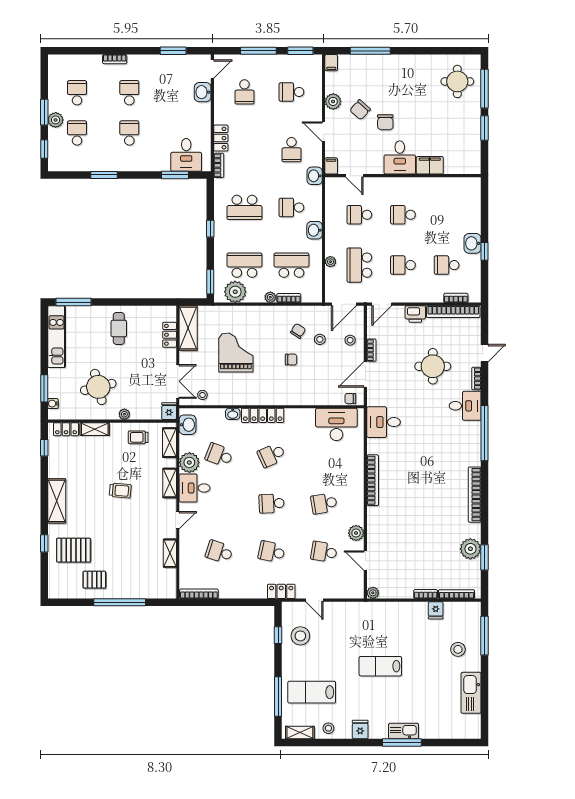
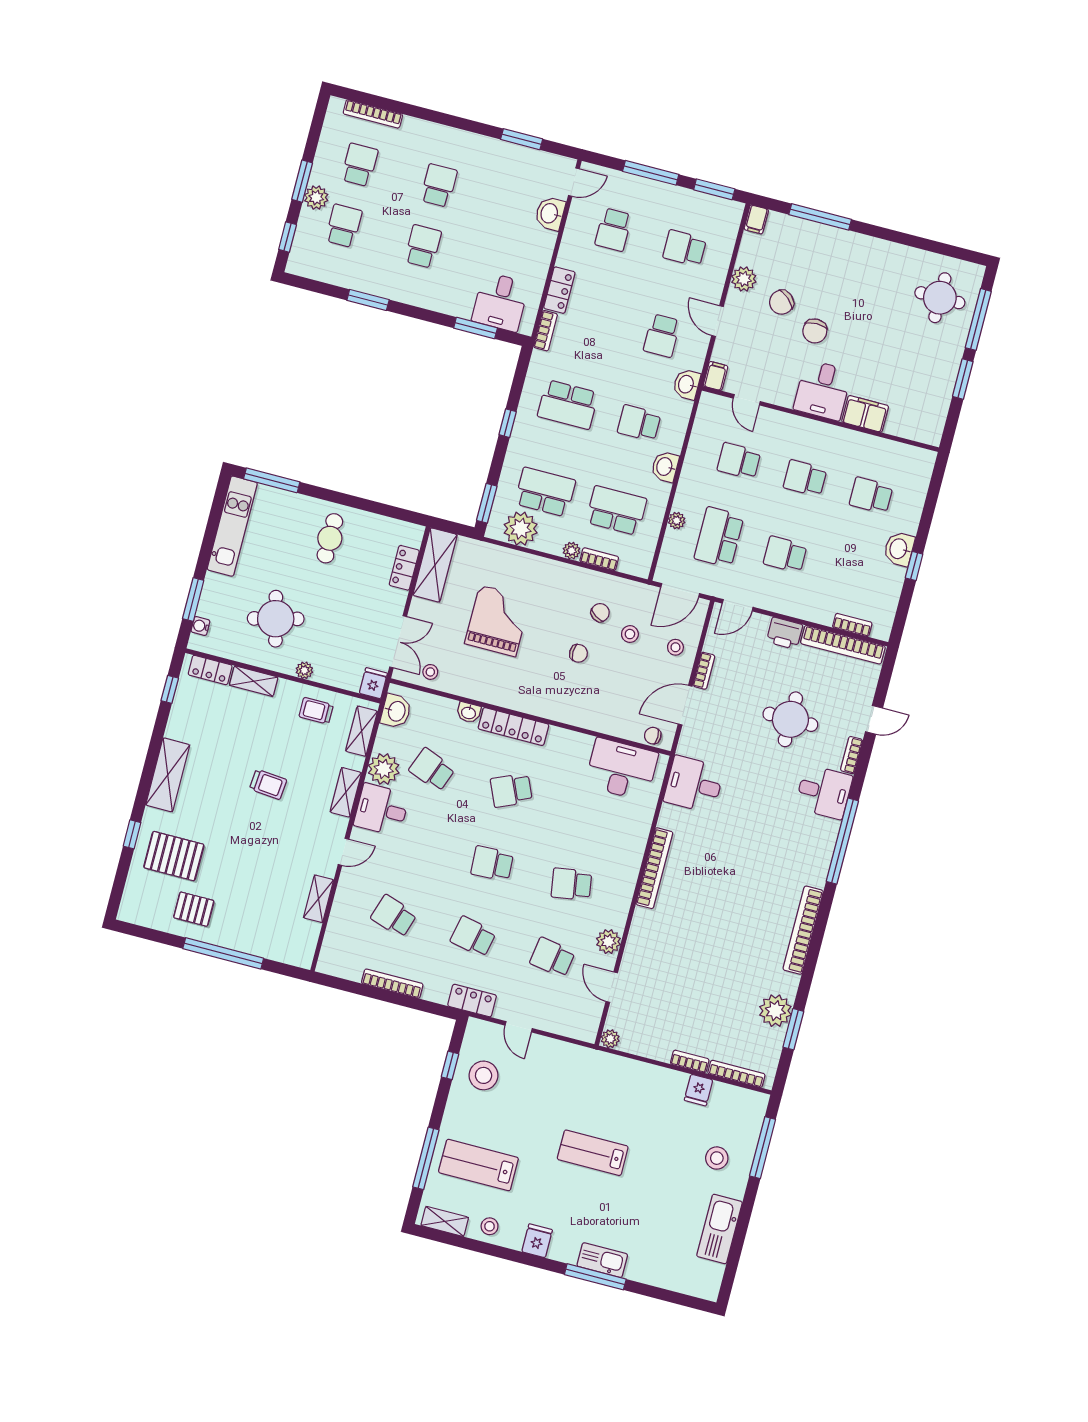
bookcase: (115, 59) -> (373, 114), moved, width x1.56
school desk: (447, 265) -> (871, 495), moved
bookcase: (199, 594) -> (392, 984), moved

